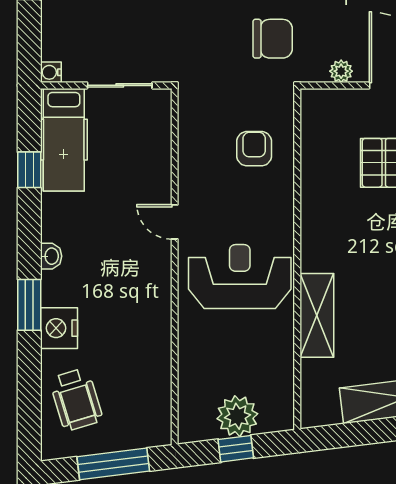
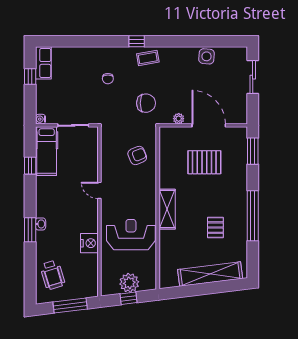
armchair: (254, 149) -> (137, 155), turned 67
washbasin: (51, 256) -> (41, 224), moved
reception desk: (240, 277) -> (131, 235), moved
shelving: (317, 315) -> (167, 209), moved
nightstand: (59, 328) -> (89, 243), moved, turned 180

